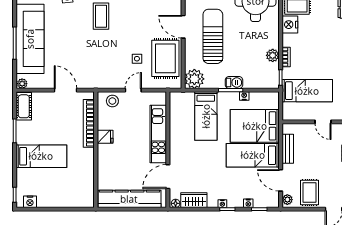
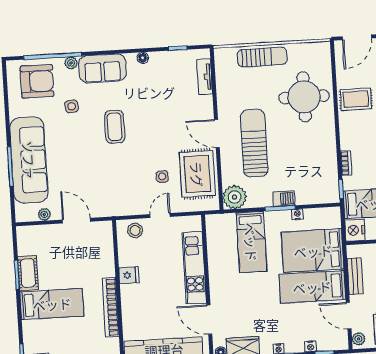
nightstand: (290, 25) -> (355, 230), moved
plant: (273, 55) -> (329, 162), removed
plant: (22, 84) -> (44, 214), moved
cot: (24, 106) -> (28, 273), moved
bookcase: (89, 123) -> (111, 307), moved
door: (168, 177) -> (209, 320), hinge flipped

